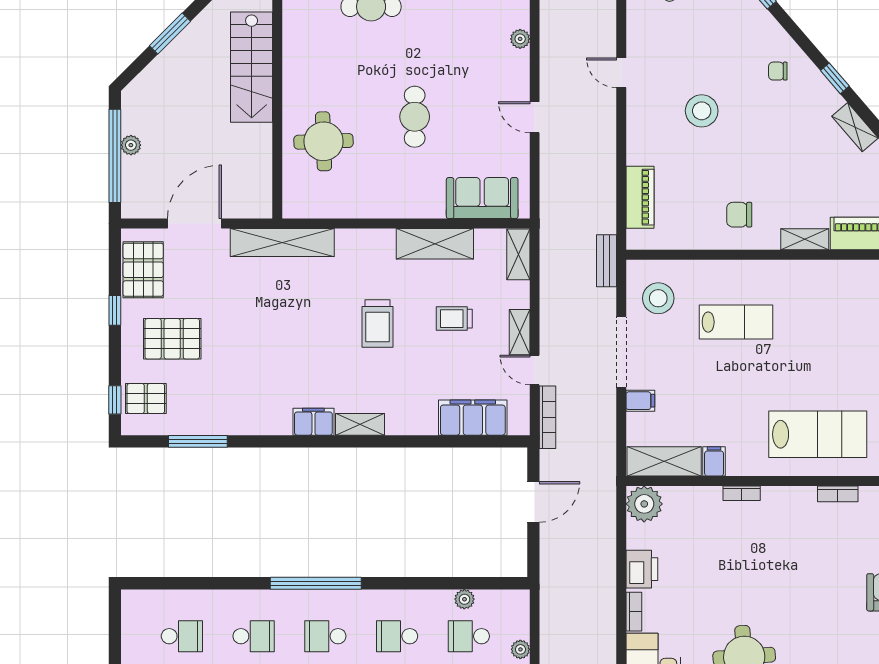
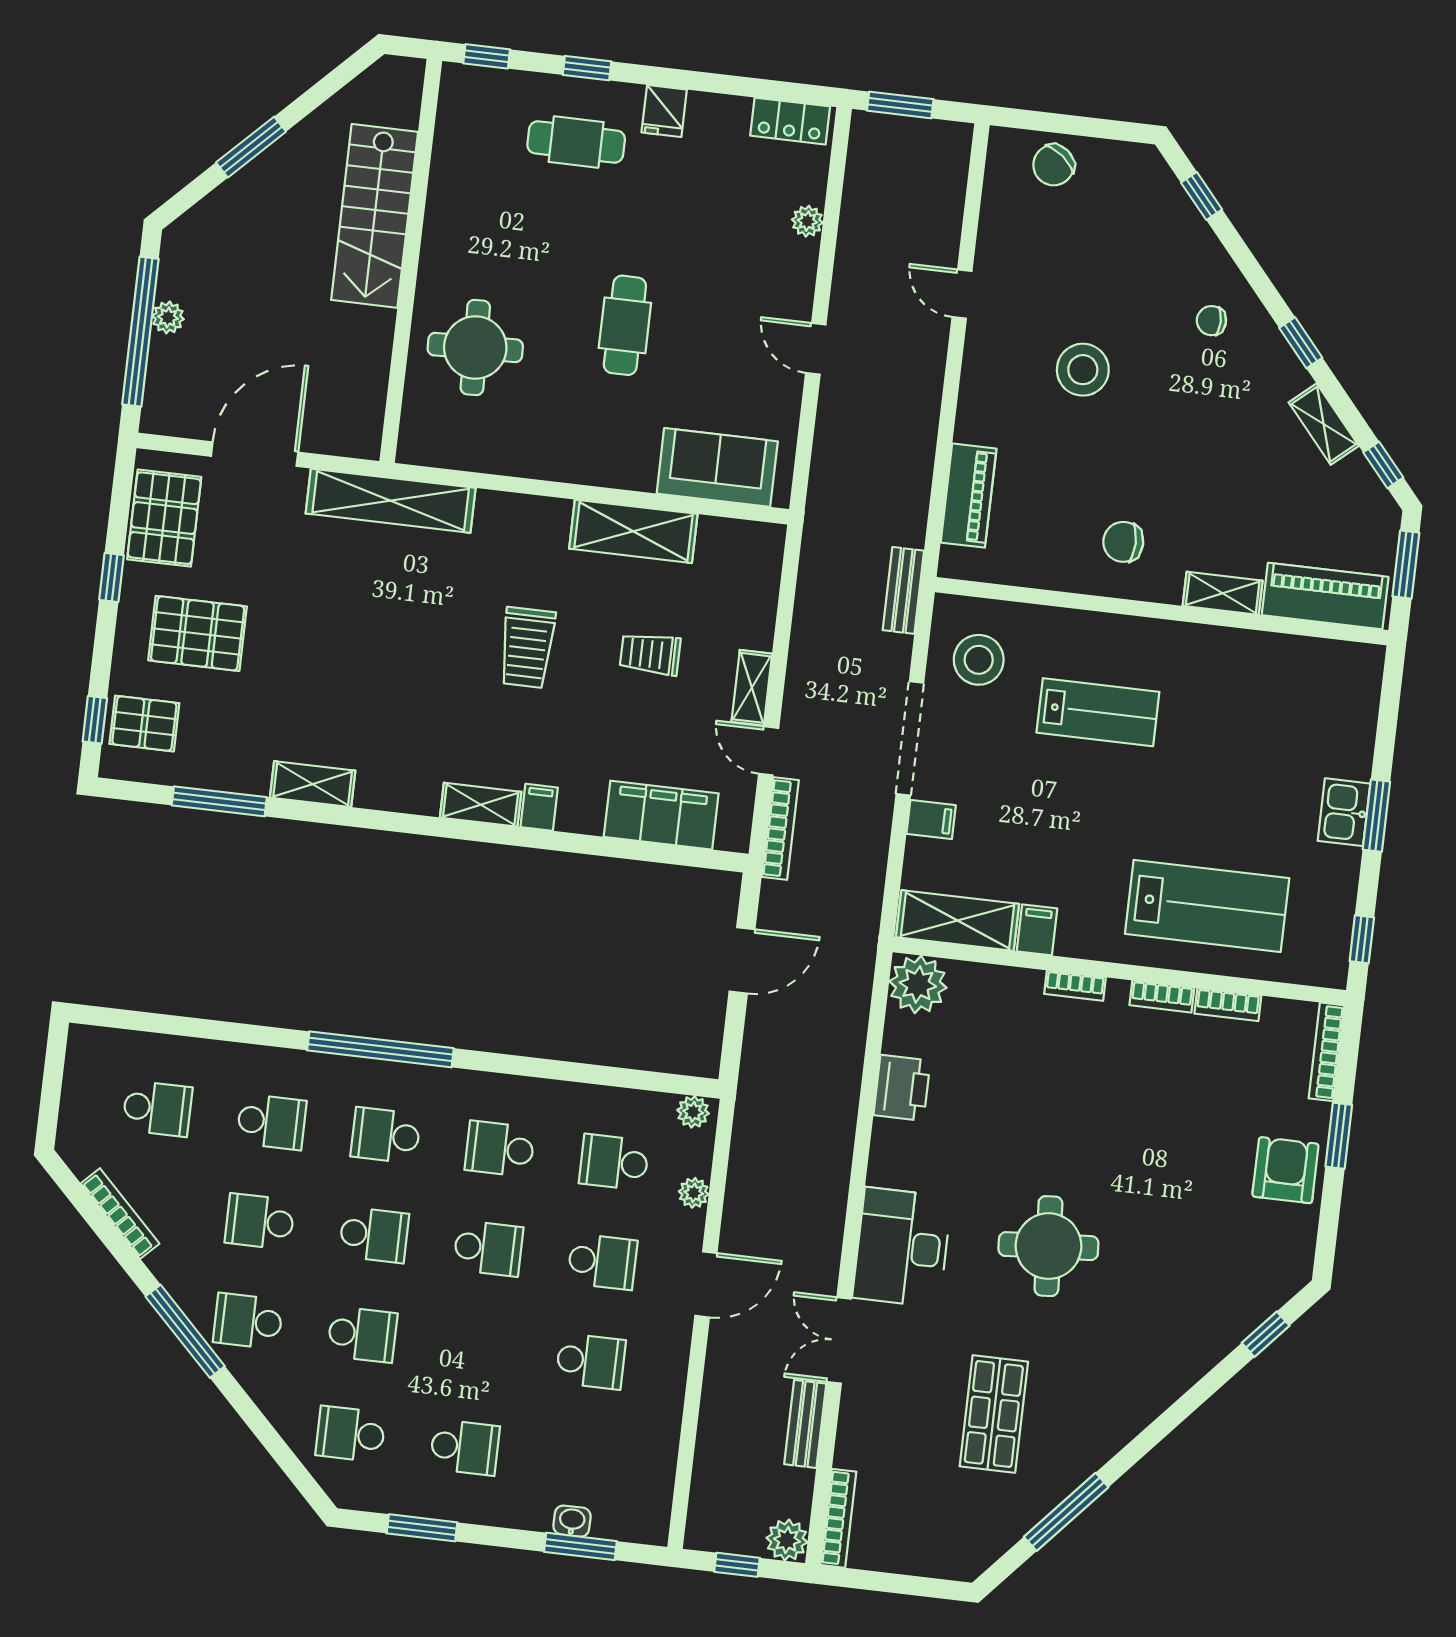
shelving: (518, 254) -> (313, 784), moved, turned 90
filing cabinet: (313, 422) -> (539, 807), moved, width x0.50
plant: (464, 599) -> (693, 1112), moved
bookcase: (634, 612) -> (1162, 996), moved, turned 90

